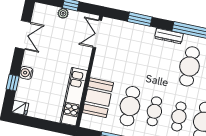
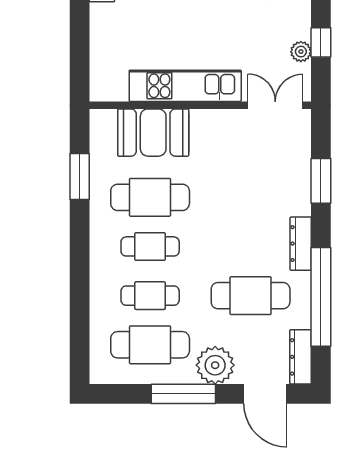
plant: (63, 13) -> (301, 52), moved
kitchen unit: (74, 97) -> (185, 86), moved

